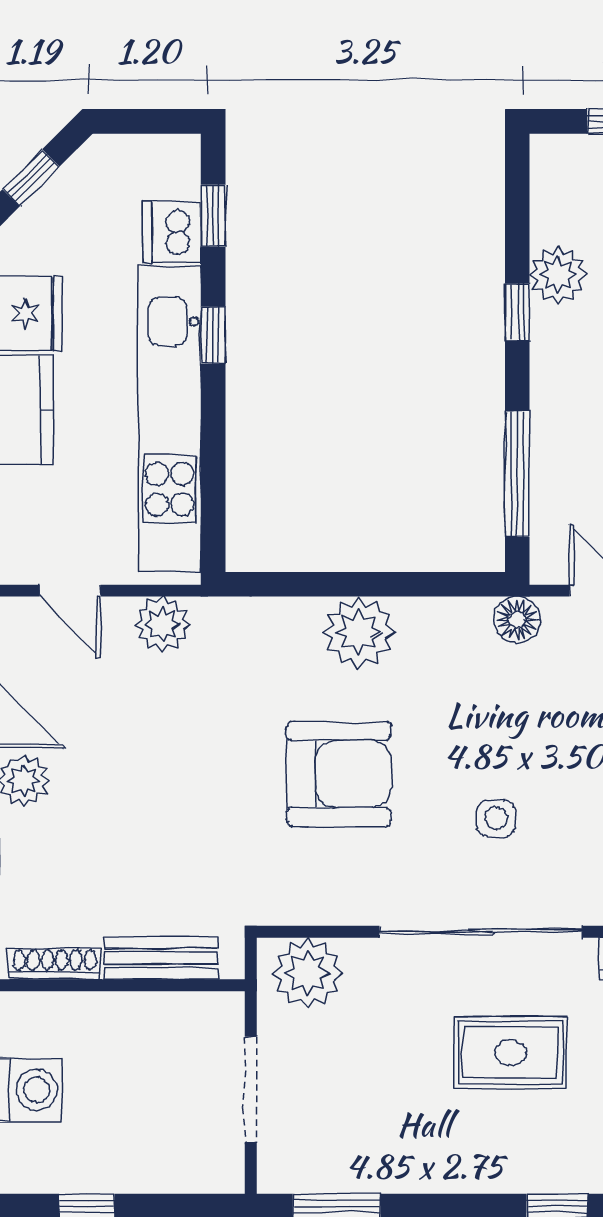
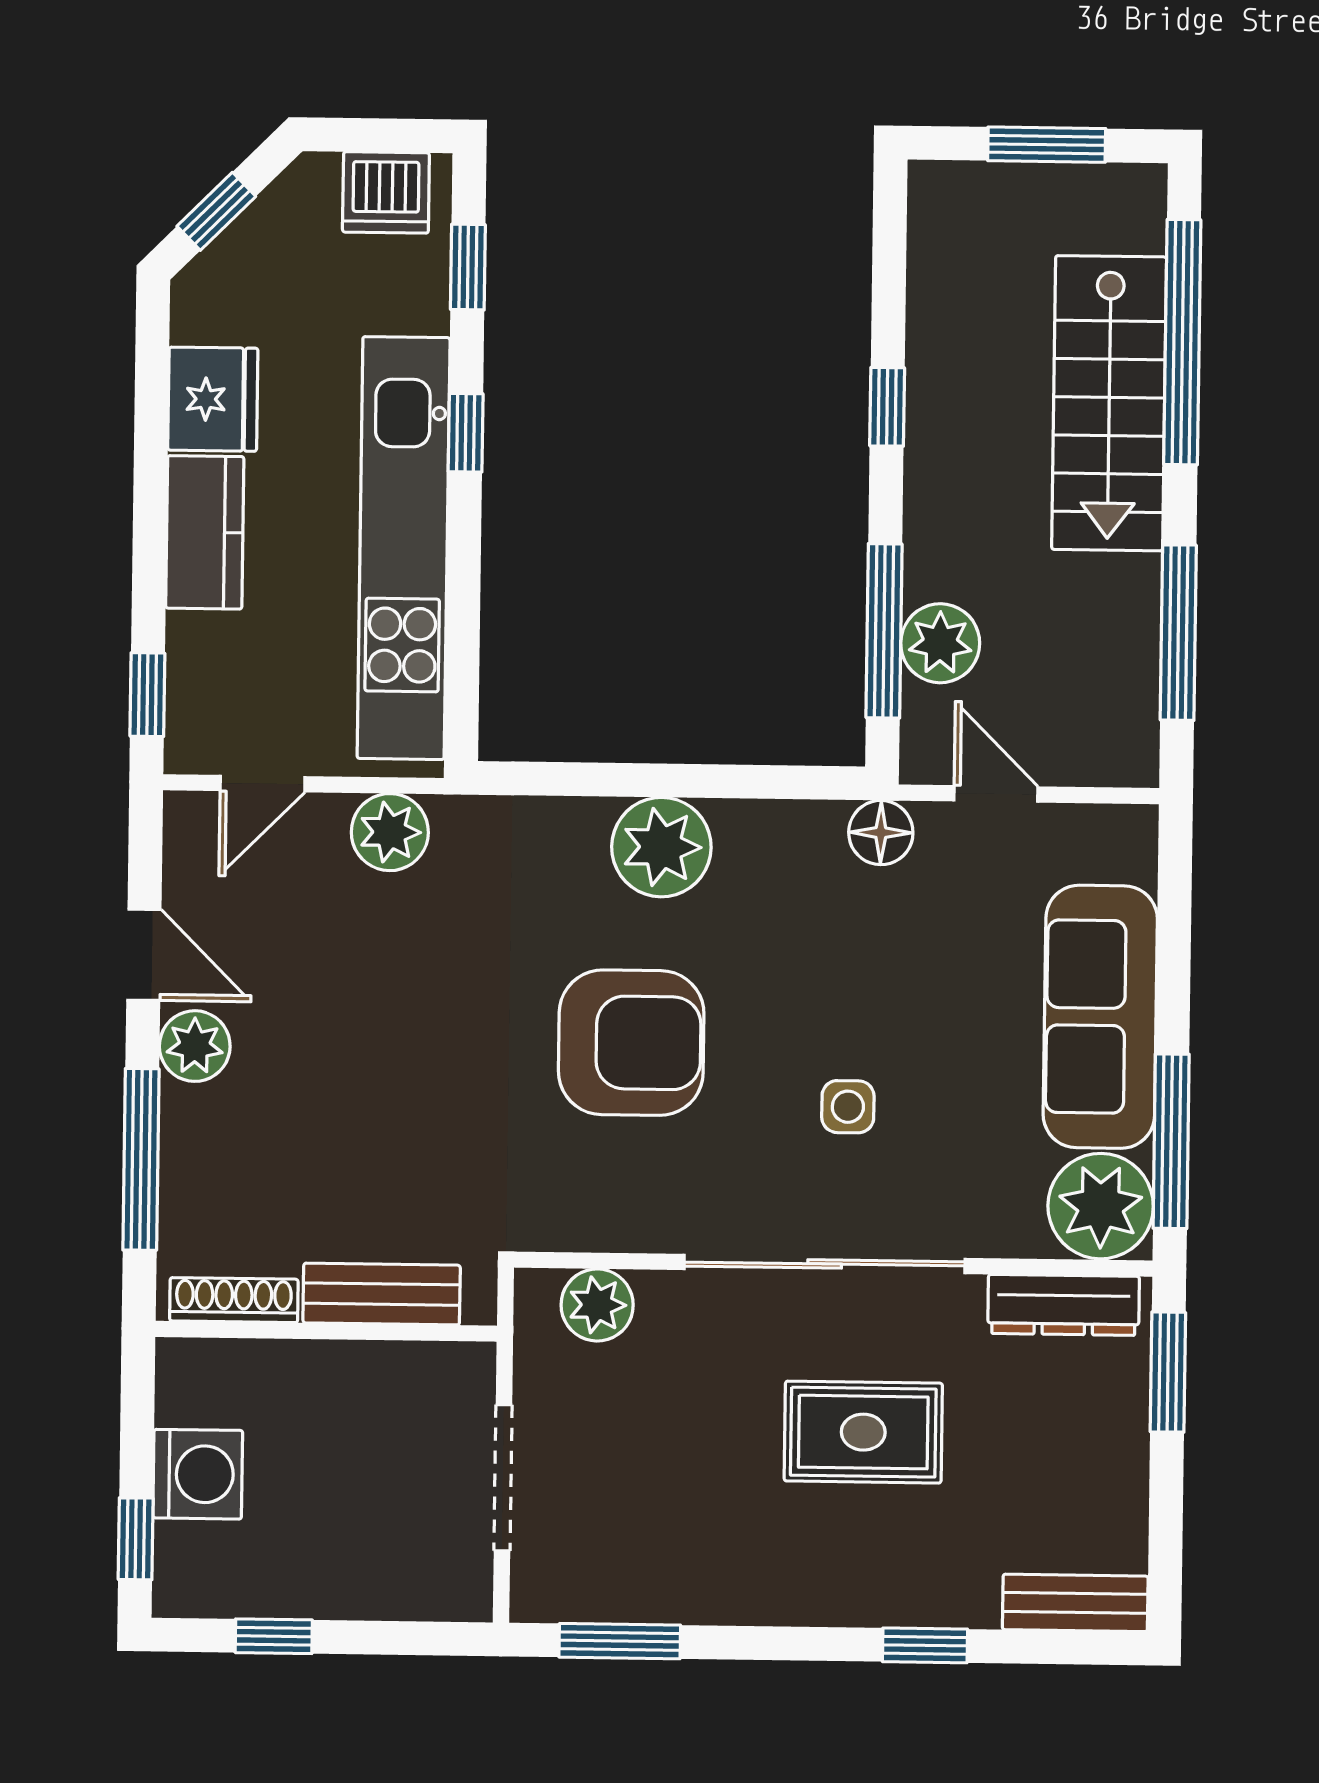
dishwasher: (172, 232) -> (386, 192), moved, turned -90
plant: (558, 275) -> (940, 643), moved
door: (70, 591) -> (263, 784), hinge flipped
plant: (307, 973) -> (597, 1305), width x0.73, depth x0.73

